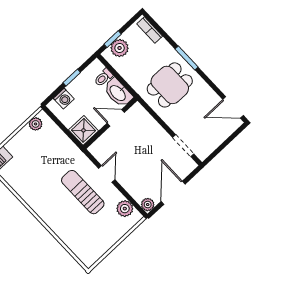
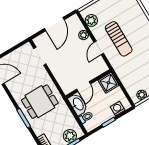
door: (116, 118) -> (84, 87), hinge flipped
plant: (148, 205) -> (84, 35), moved

